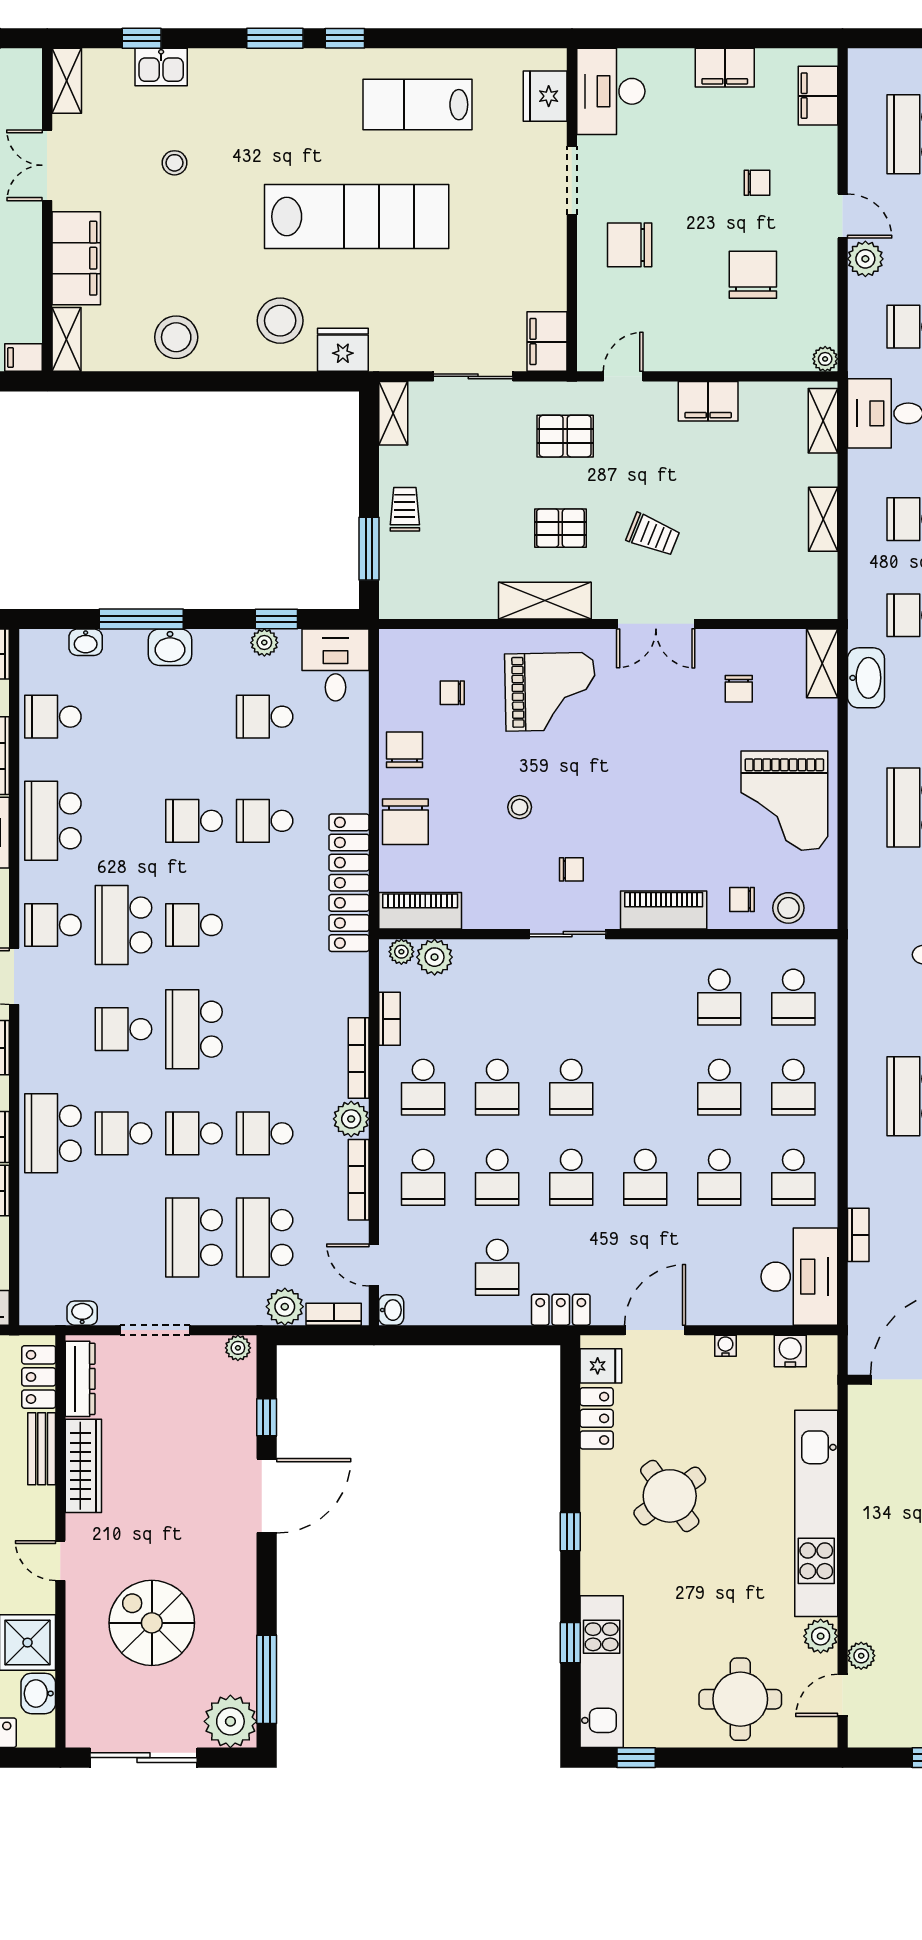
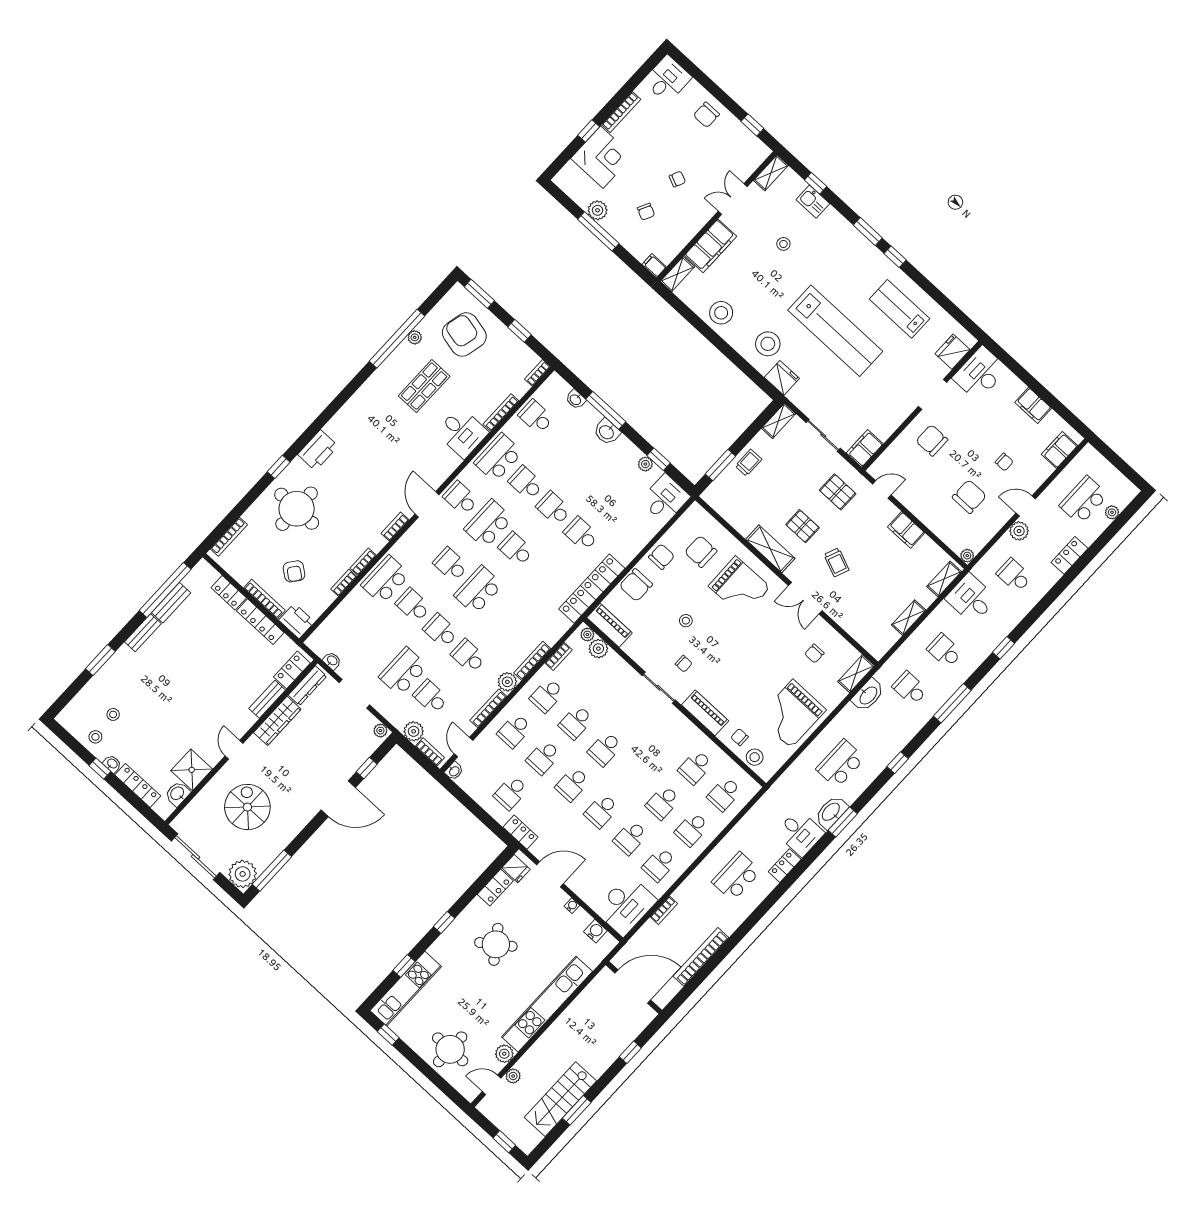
door: (843, 216) -> (1026, 506), swing flipped
chair: (452, 693) -> (701, 552), width x1.87, depth x1.87
school desk: (265, 717) -> (526, 483), moved
school desk: (265, 1238) -> (431, 697), width x0.54

